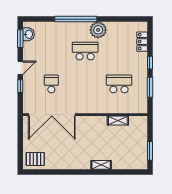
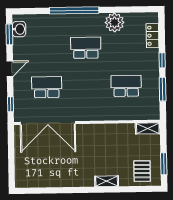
plant: (98, 30) -> (115, 22), moved
school desk: (51, 84) -> (47, 87), width x1.85
window: (20, 86) -> (11, 104), moved
shelving: (118, 120) -> (148, 128), moved
pallet: (35, 159) -> (142, 171), moved, turned 90

